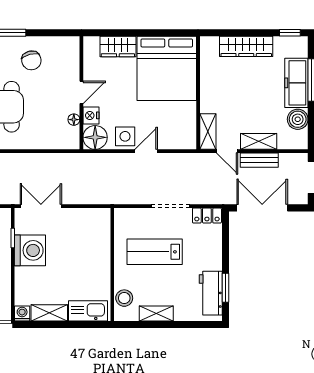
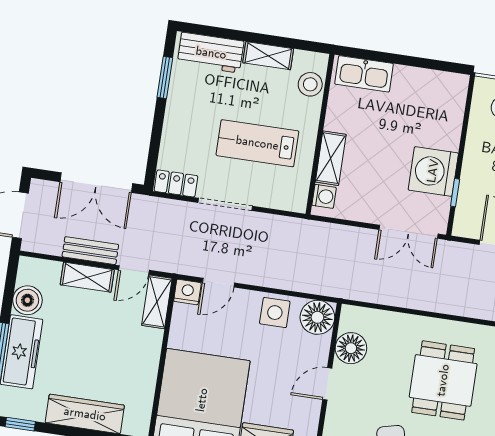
nightstand: (91, 115) -> (187, 292), moved, turned -90
floor lamp: (74, 120) -> (351, 348), width x1.89, depth x1.89
door: (146, 151) -> (219, 283), moved
door: (227, 151) -> (134, 270), swing flipped
lab bench: (155, 252) -> (257, 143), turned 180
workbench: (211, 293) -> (211, 53), moved, turned 90
shelving: (49, 313) -> (331, 158), moved, turned 90
washing machine: (22, 314) -> (324, 196), moved, turned -90

